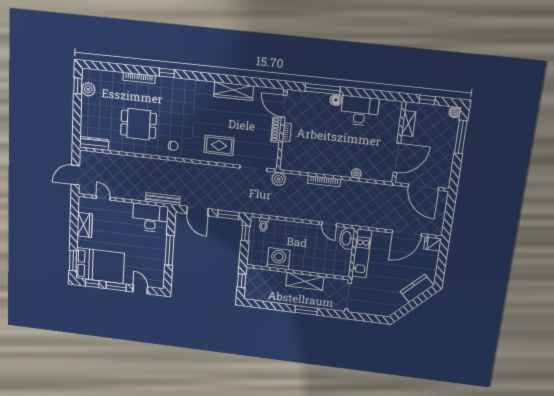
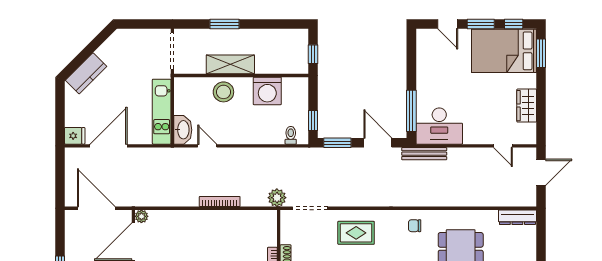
plant: (356, 173) -> (141, 216), moved
window: (169, 250) -> (411, 111), moved
stool: (312, 262) -> (223, 92), added

